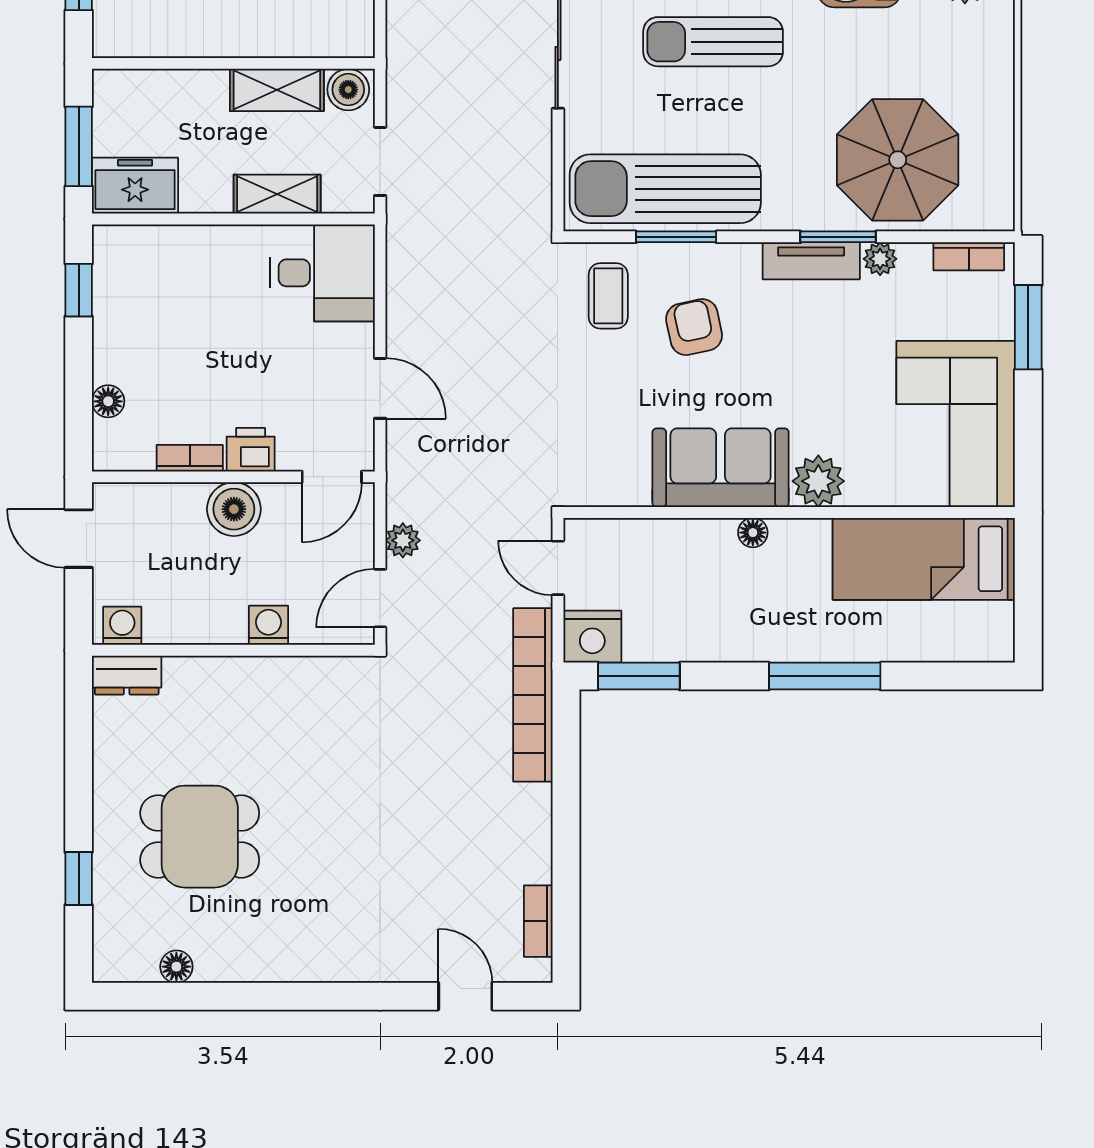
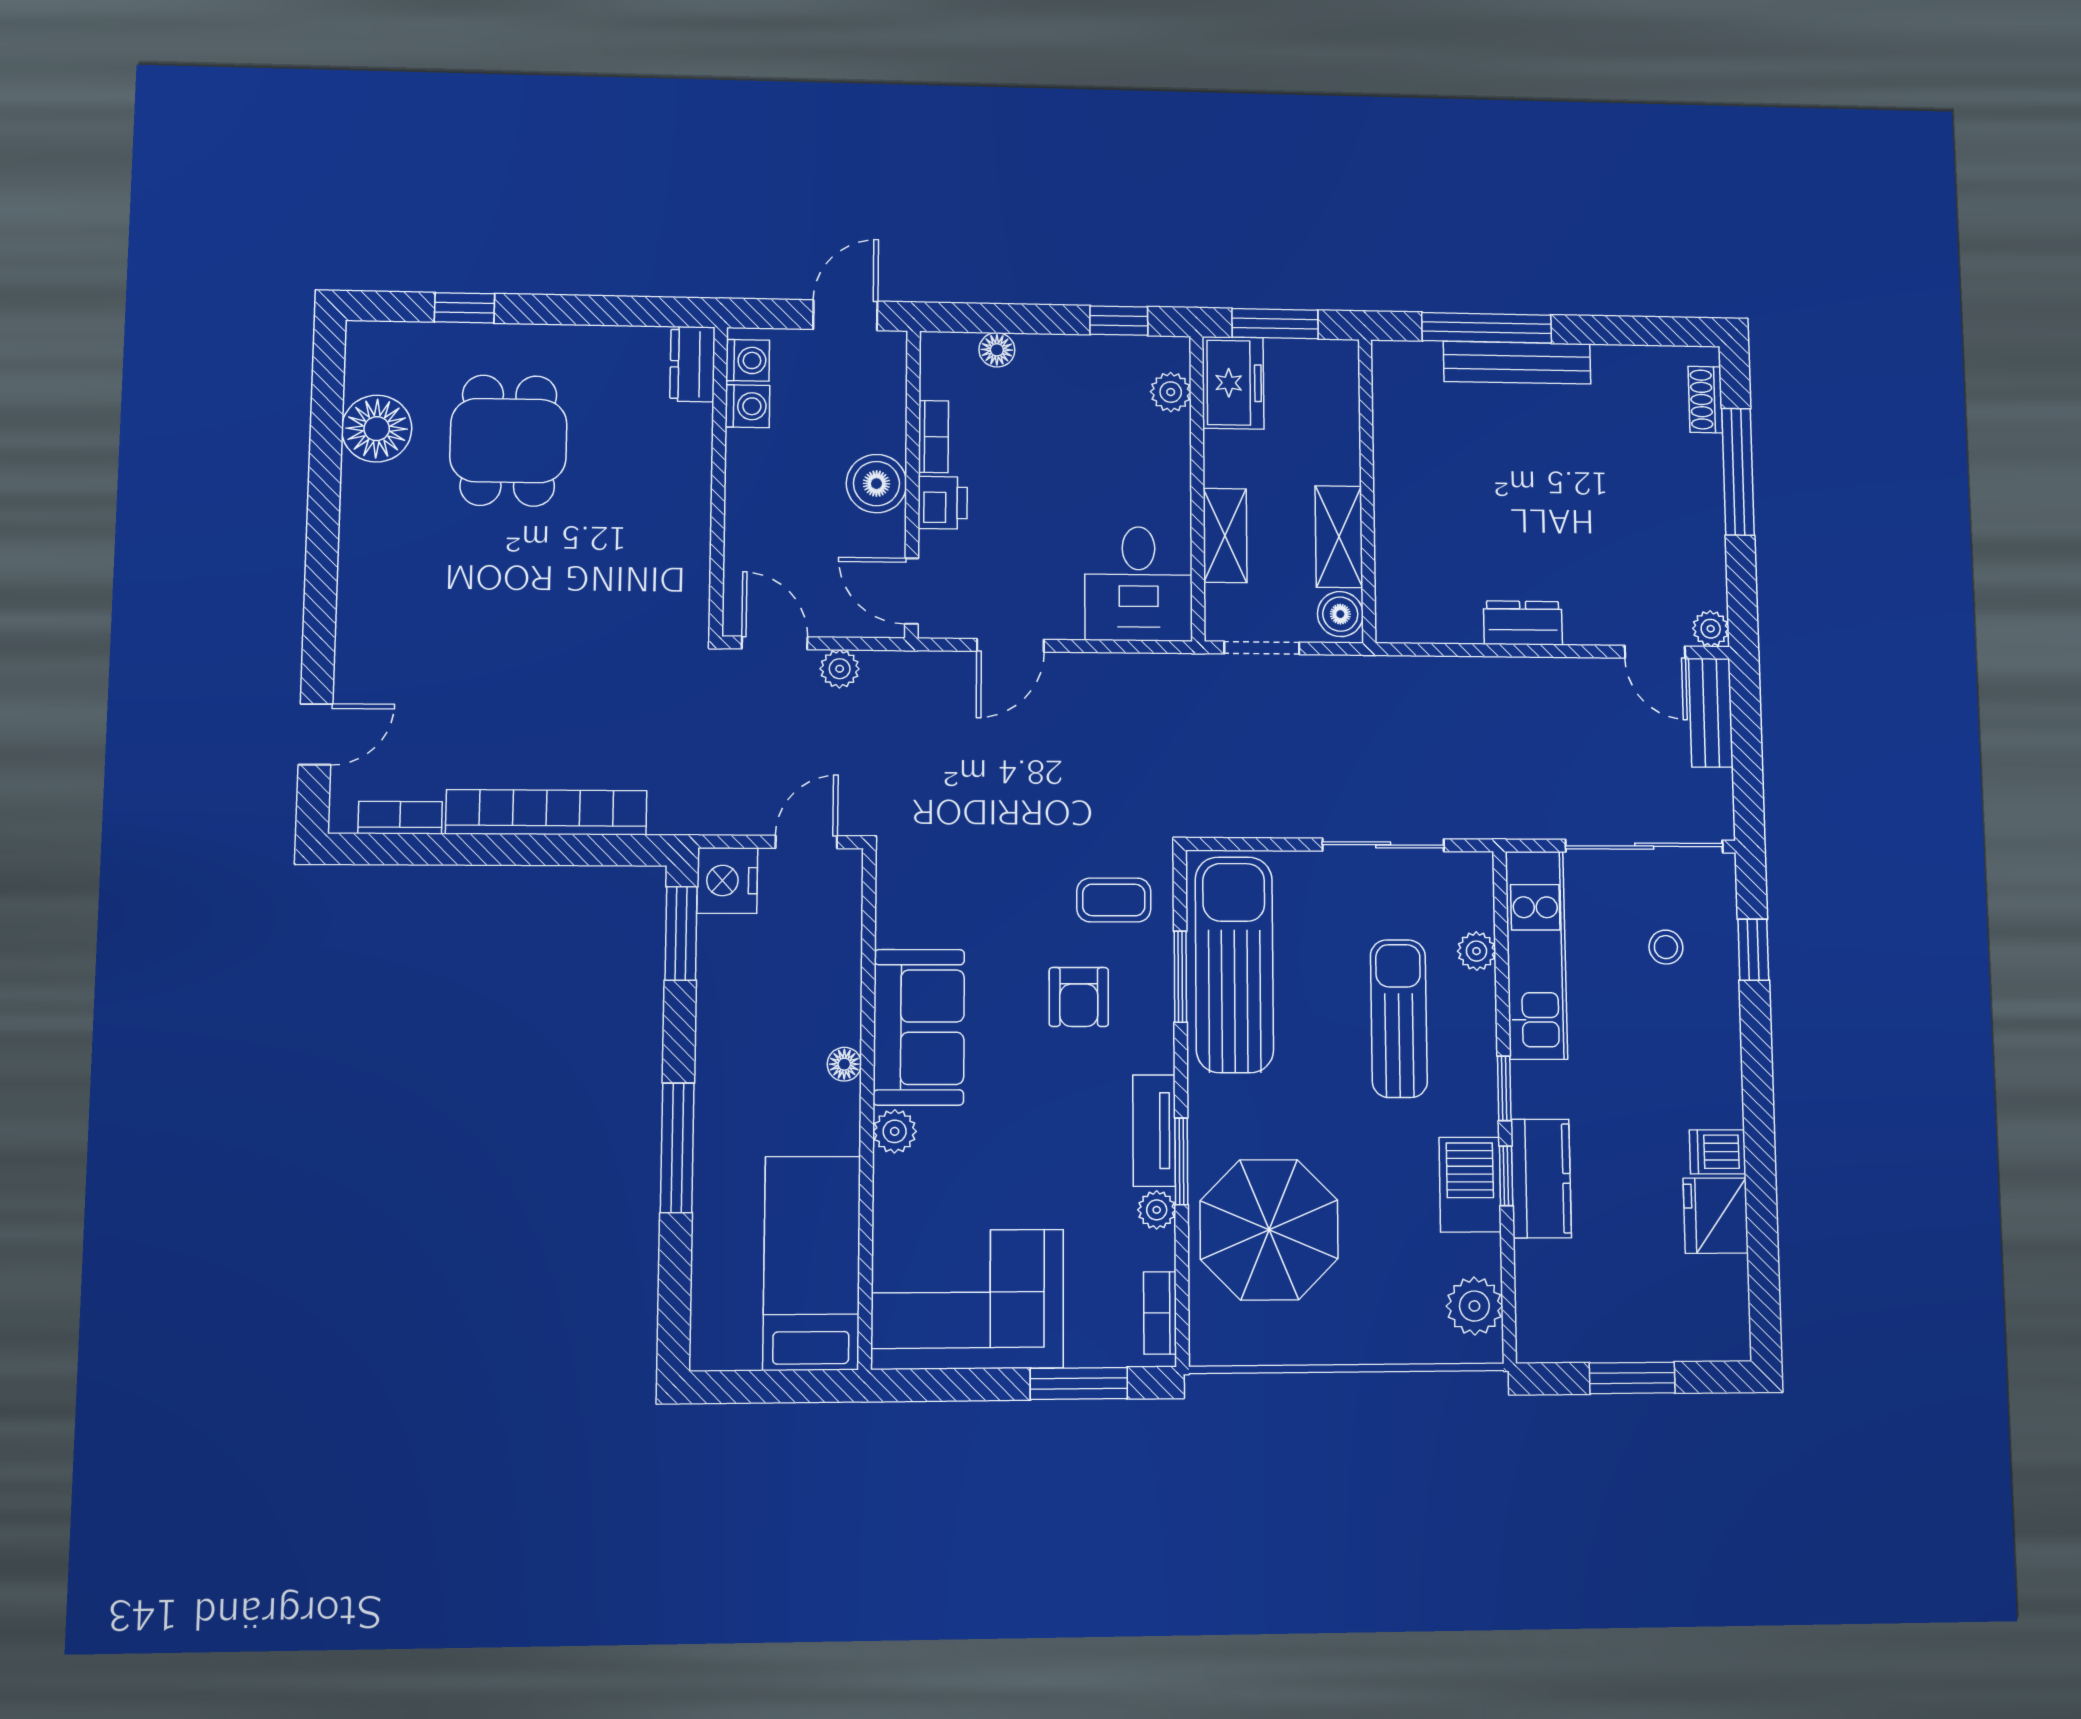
plant: (145, 243) -> (1171, 392), added
armchair: (694, 327) -> (1079, 997), turned 102
plant: (818, 481) -> (895, 1131), width x0.73, depth x0.73
washing machine: (269, 625) -> (747, 406), moved
bookcase: (533, 695) -> (546, 812), moved
floor lamp: (176, 967) -> (377, 429), width x1.89, depth x1.89

